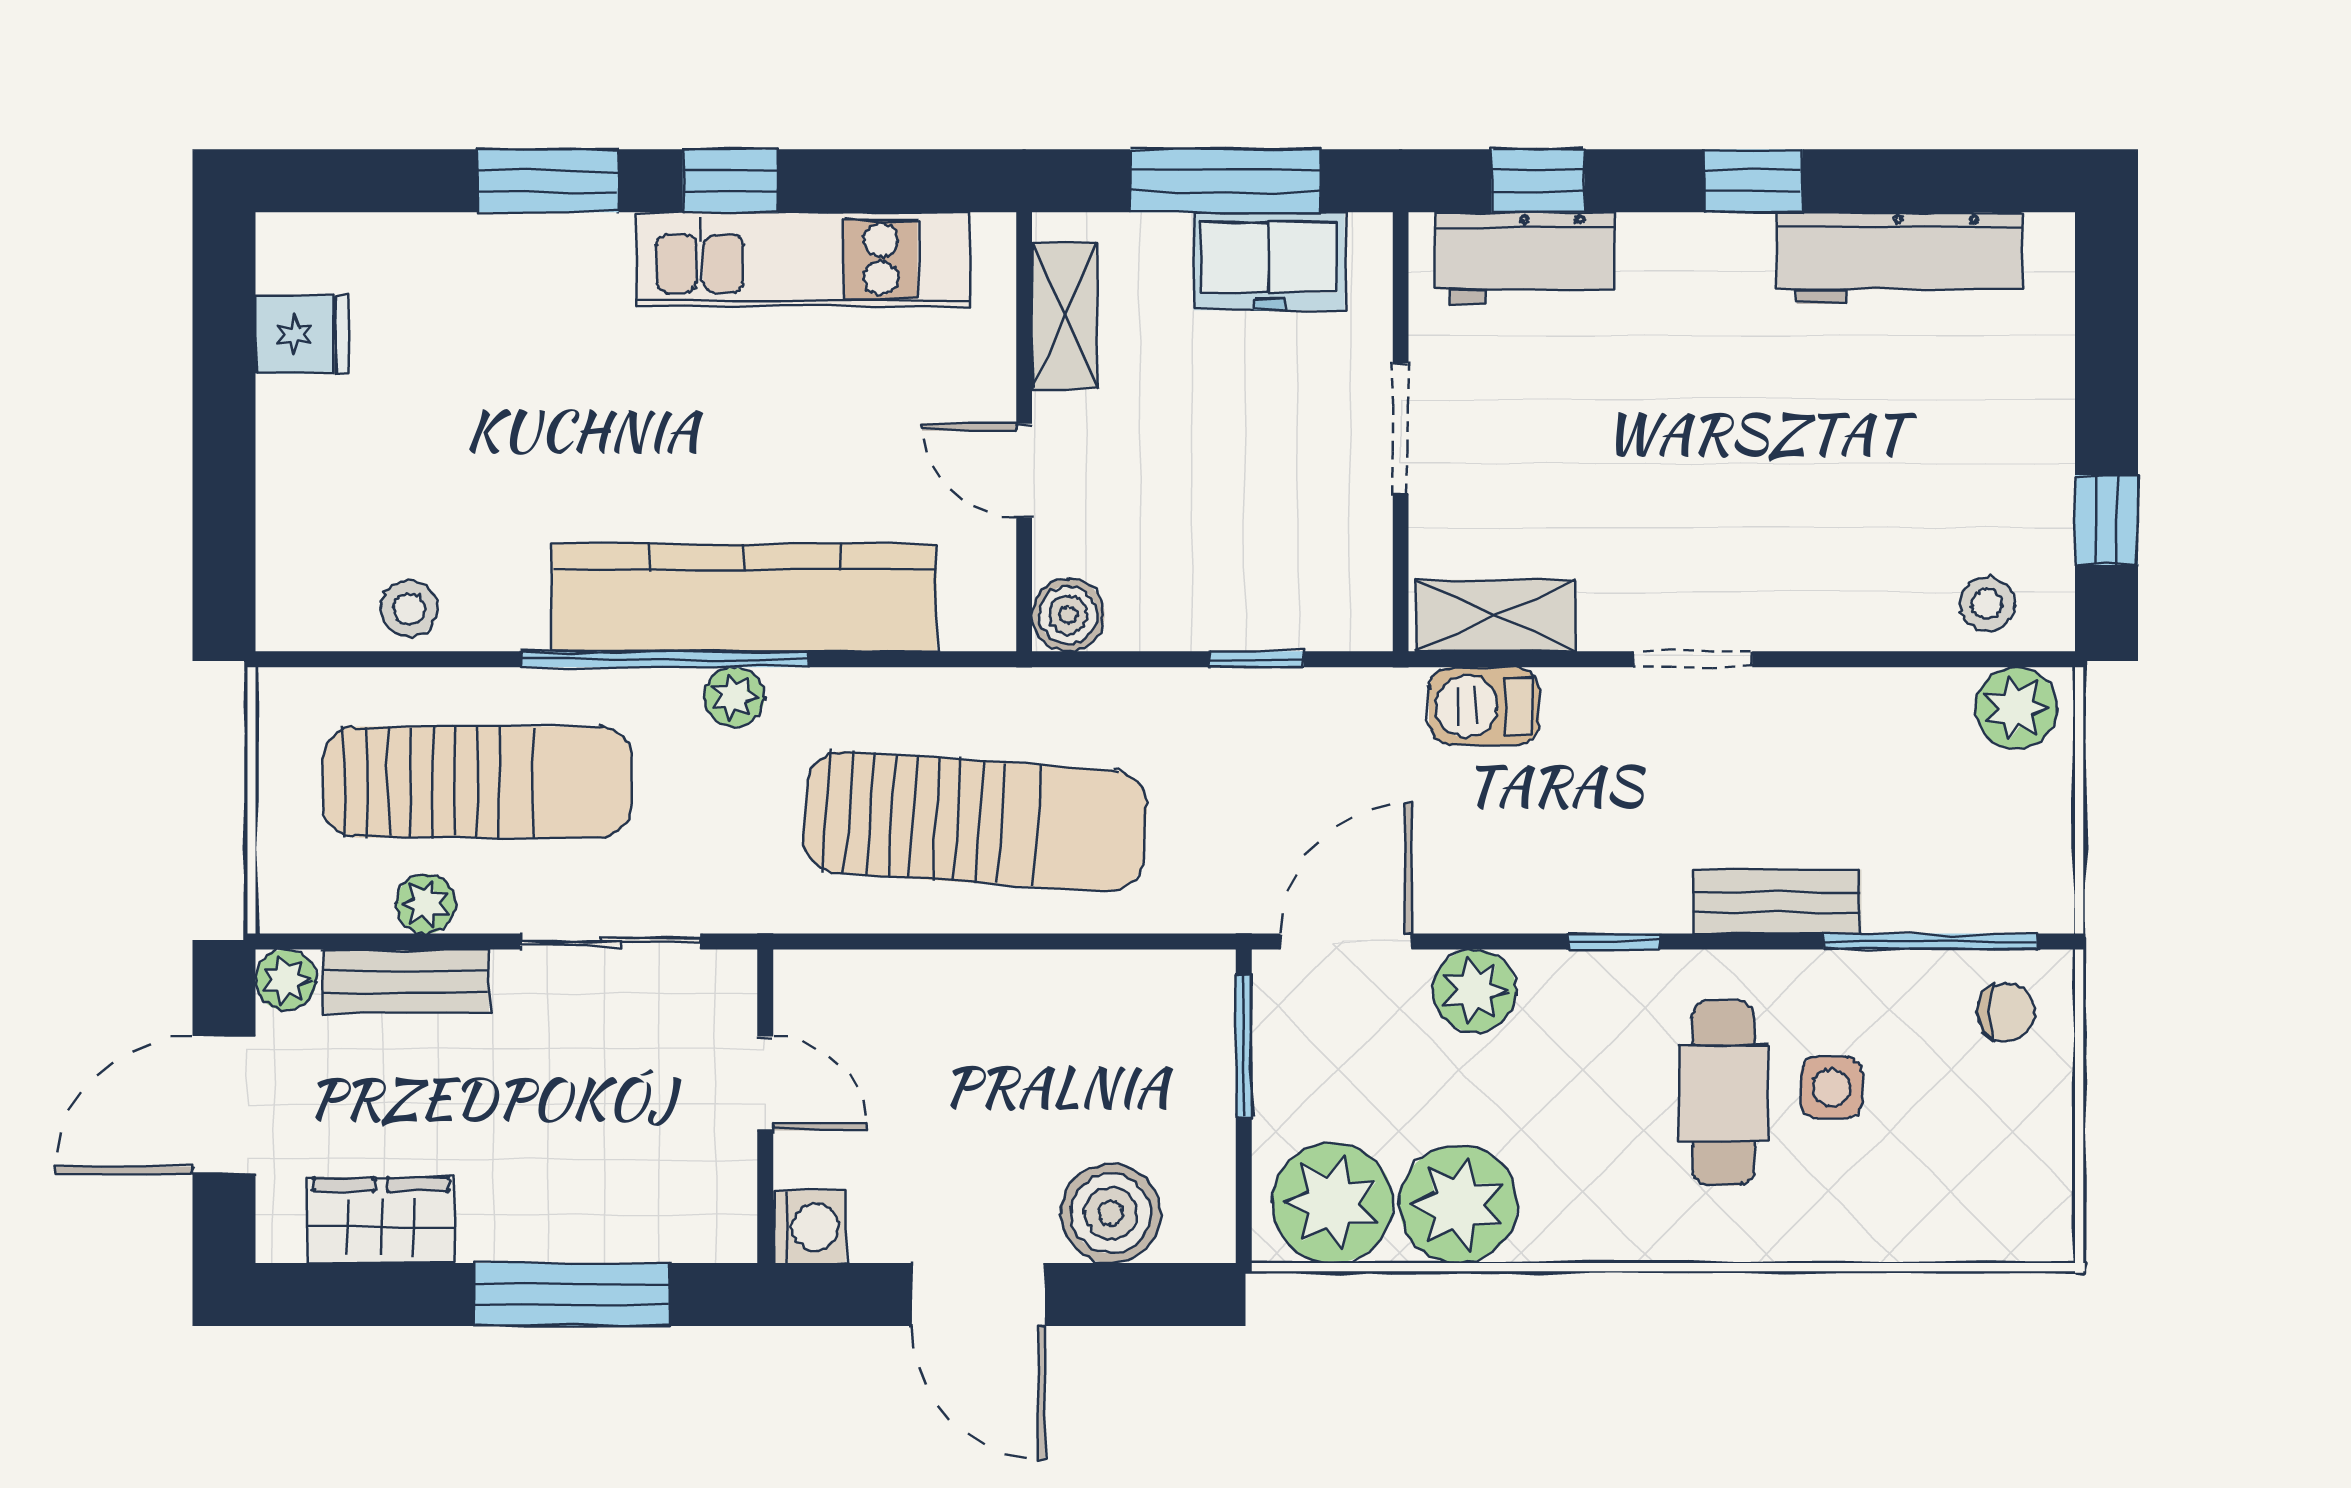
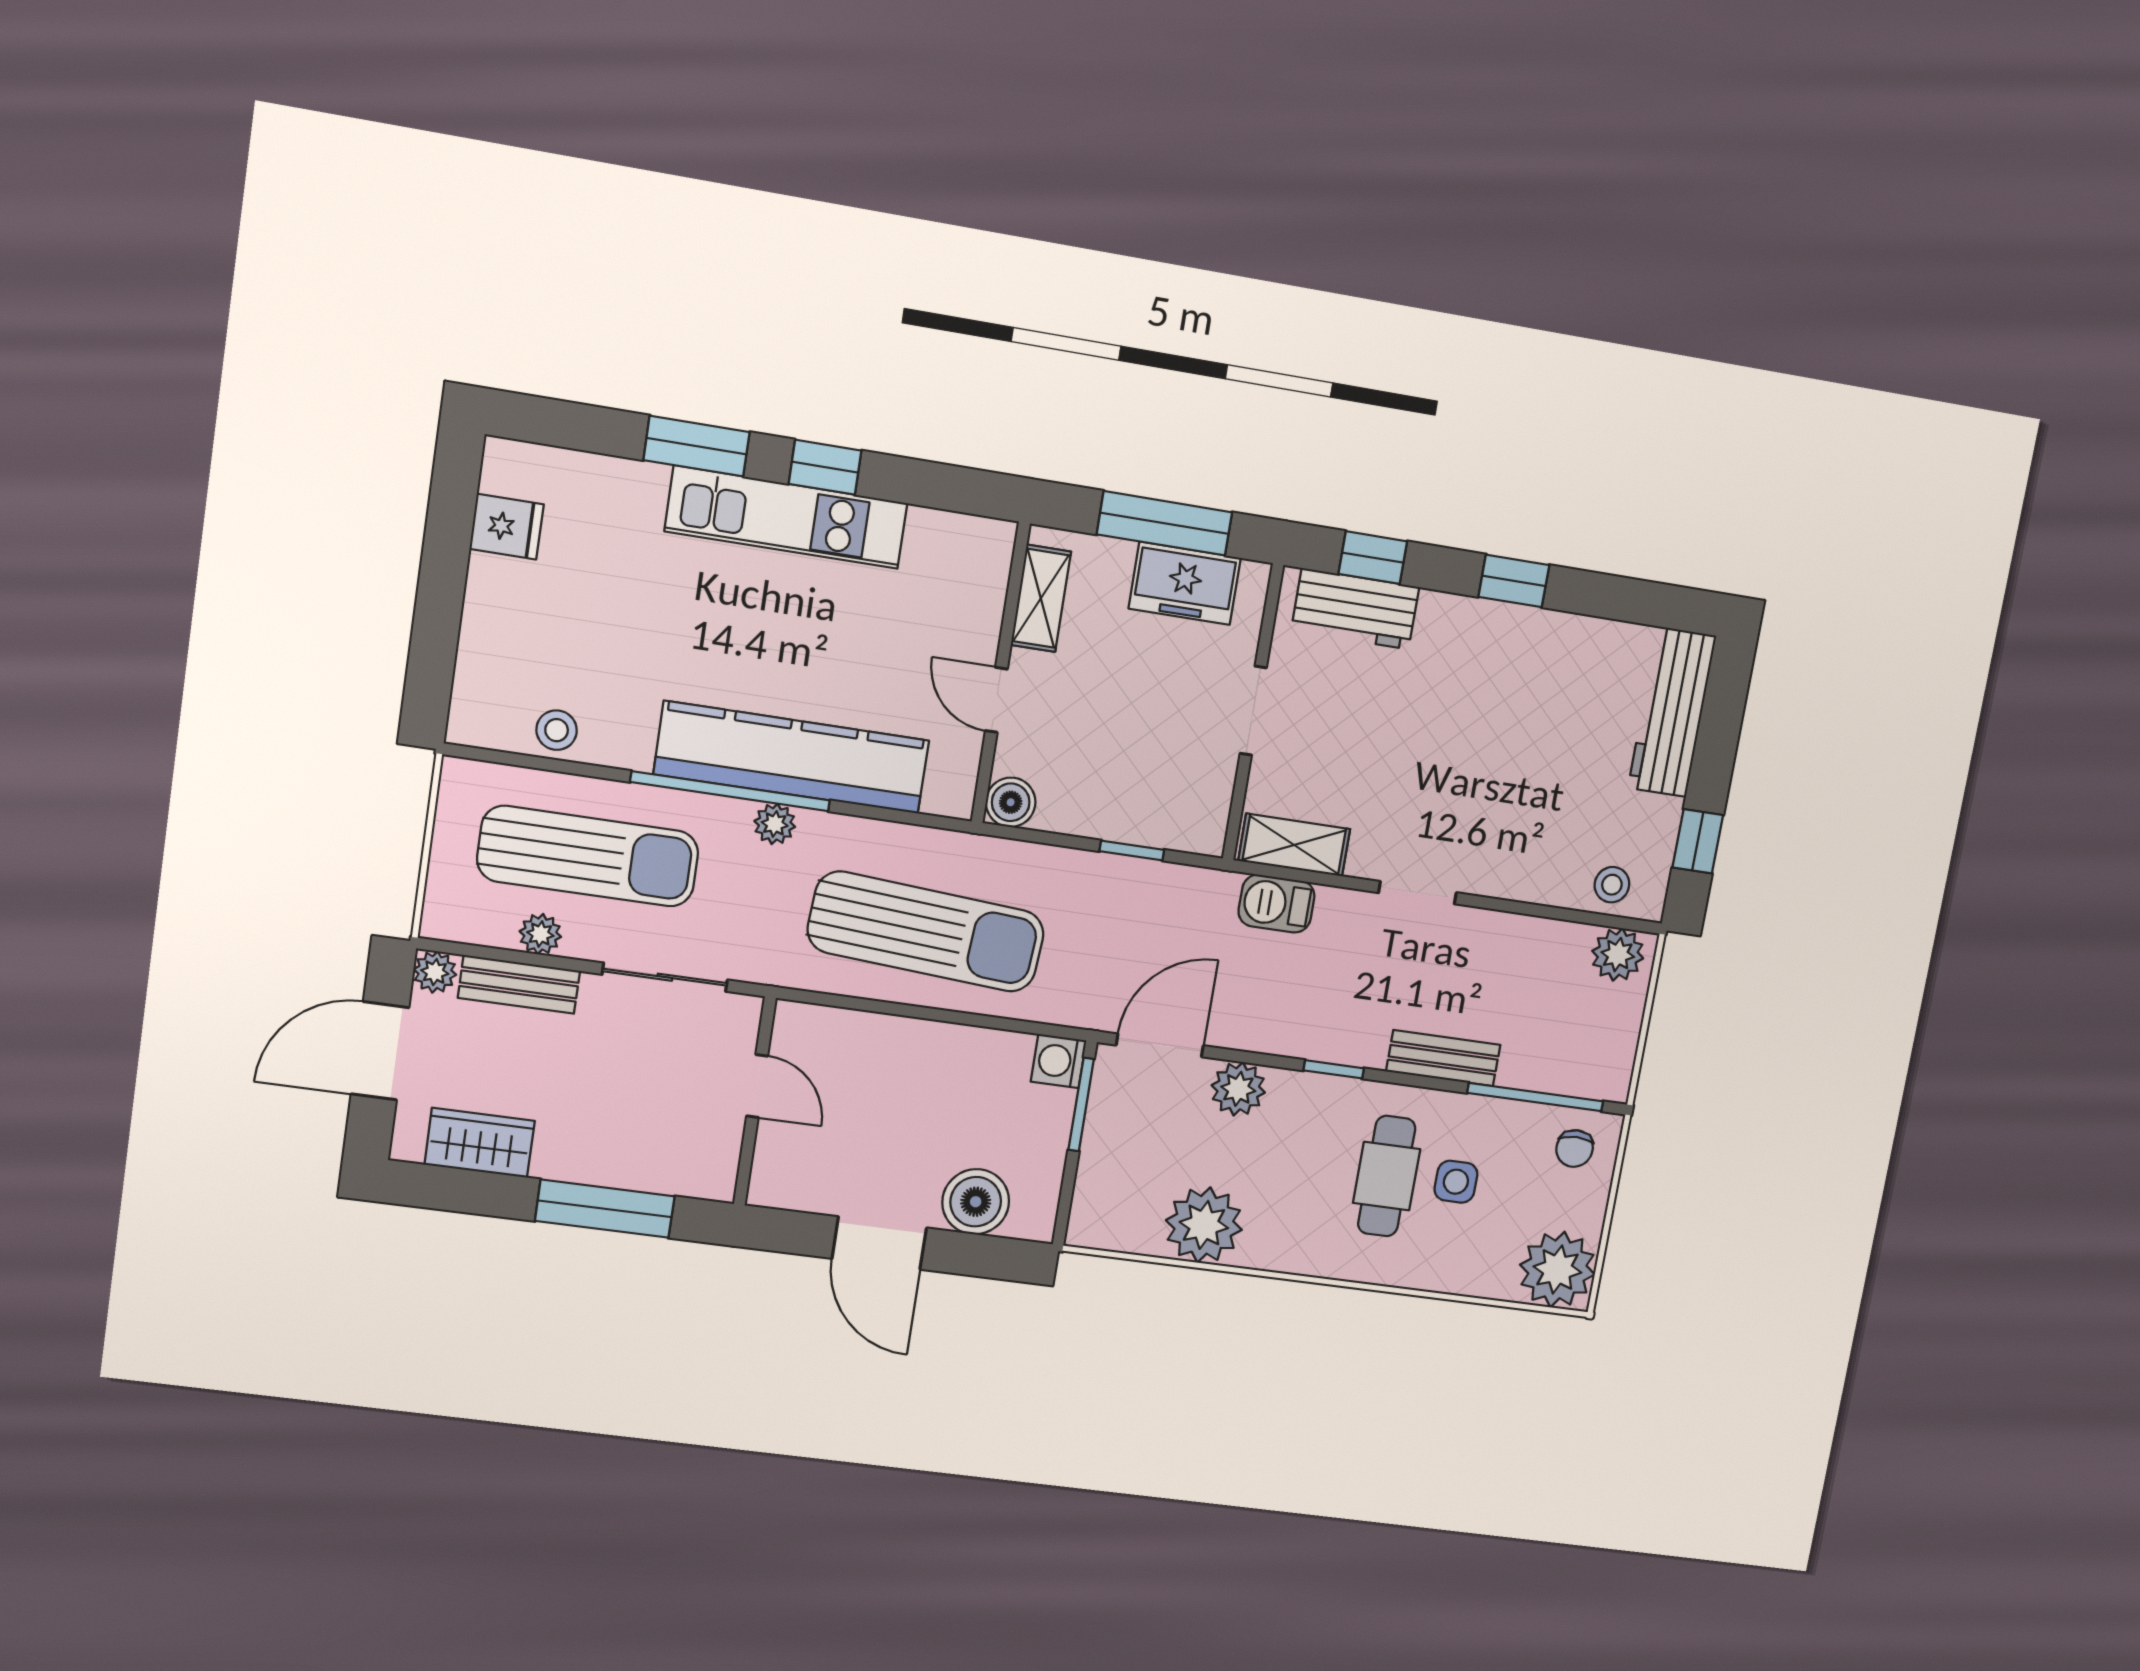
workbench: (1900, 258) -> (1672, 712), moved, turned 90
kitchen unit: (804, 259) -> (786, 517), moved
chair: (2006, 1012) -> (1575, 1148), turned 90
plant: (1332, 1203) -> (1557, 1270), moved
washing machine: (809, 1227) -> (1059, 1061), moved, turned 180

